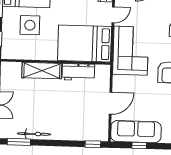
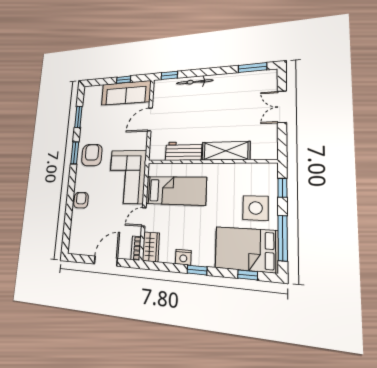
side table: (30, 25) -> (256, 208), moved
bed: (85, 44) -> (176, 191), width x0.67
bicycle: (34, 134) -> (195, 82), moved

